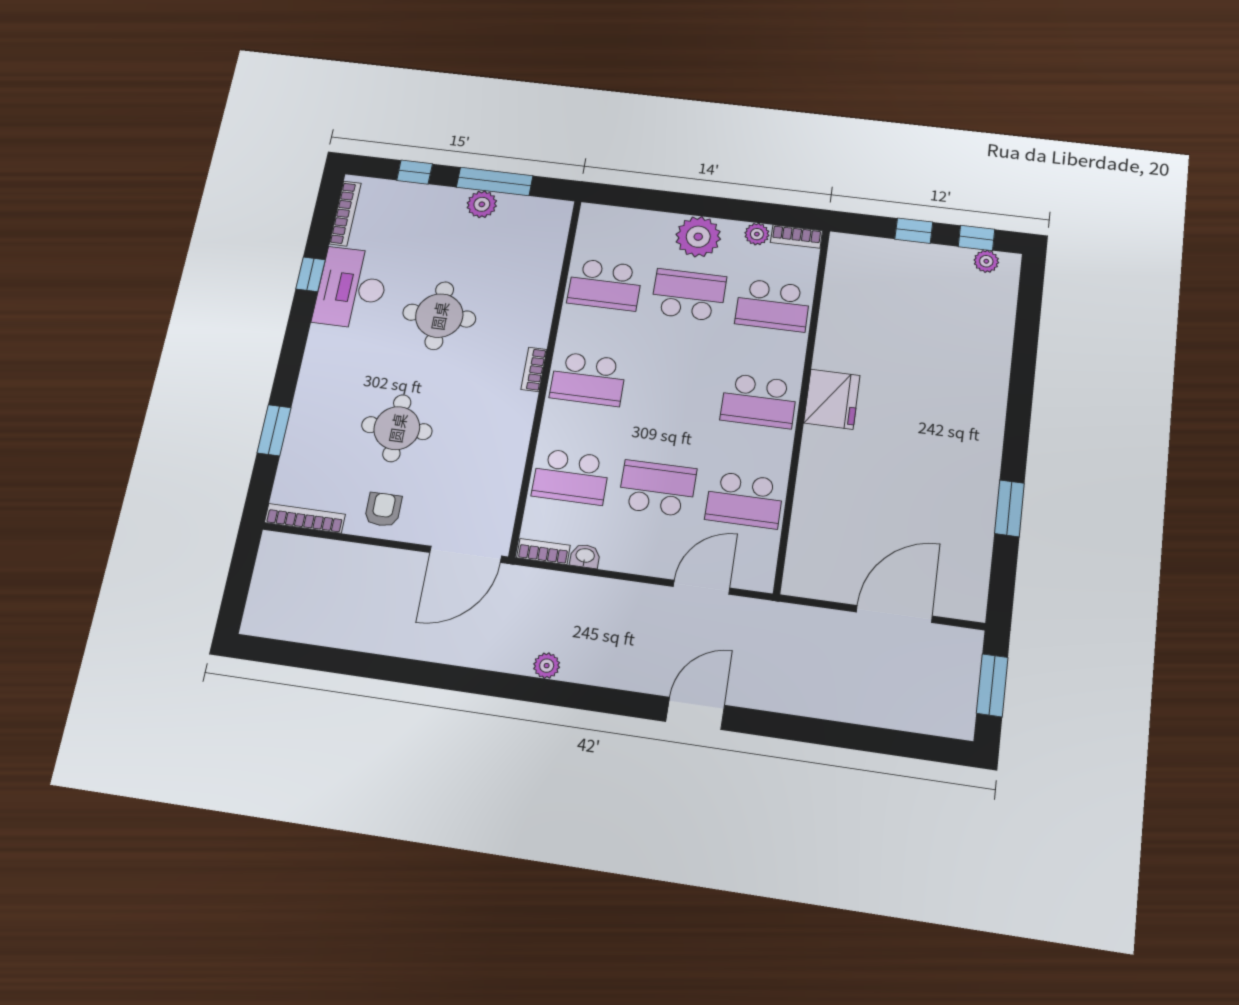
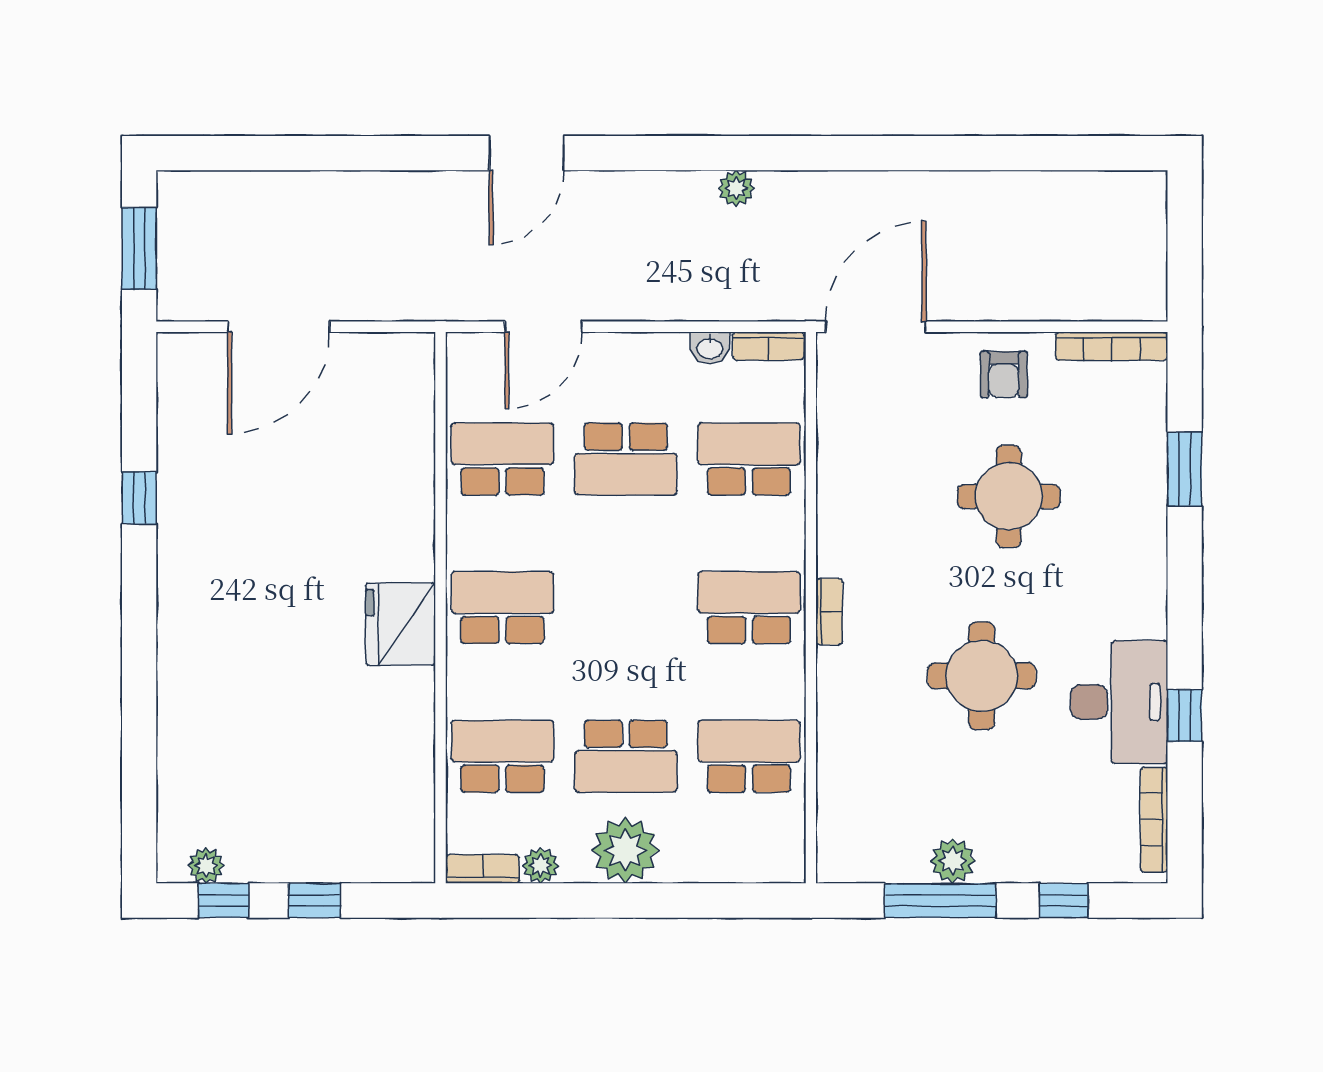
window: (1009, 508) -> (139, 498), width x0.67

